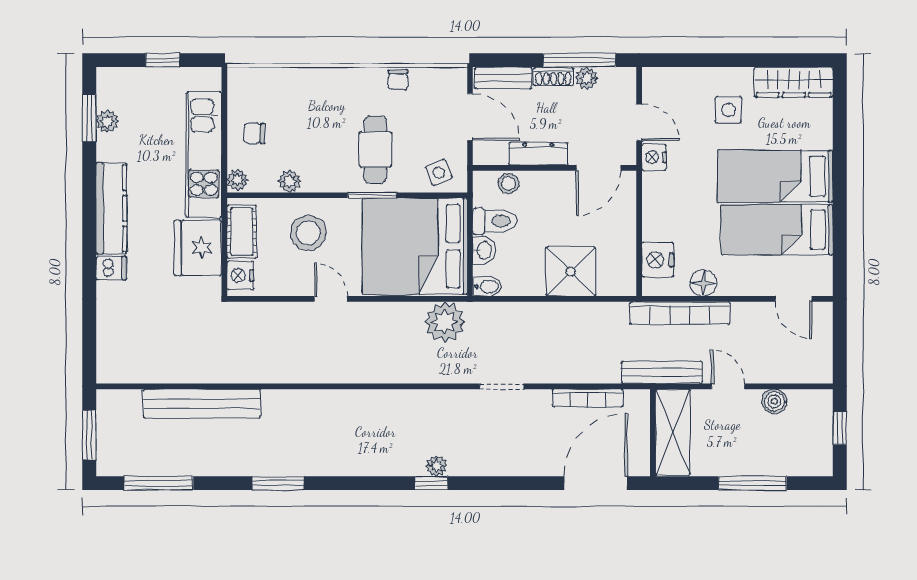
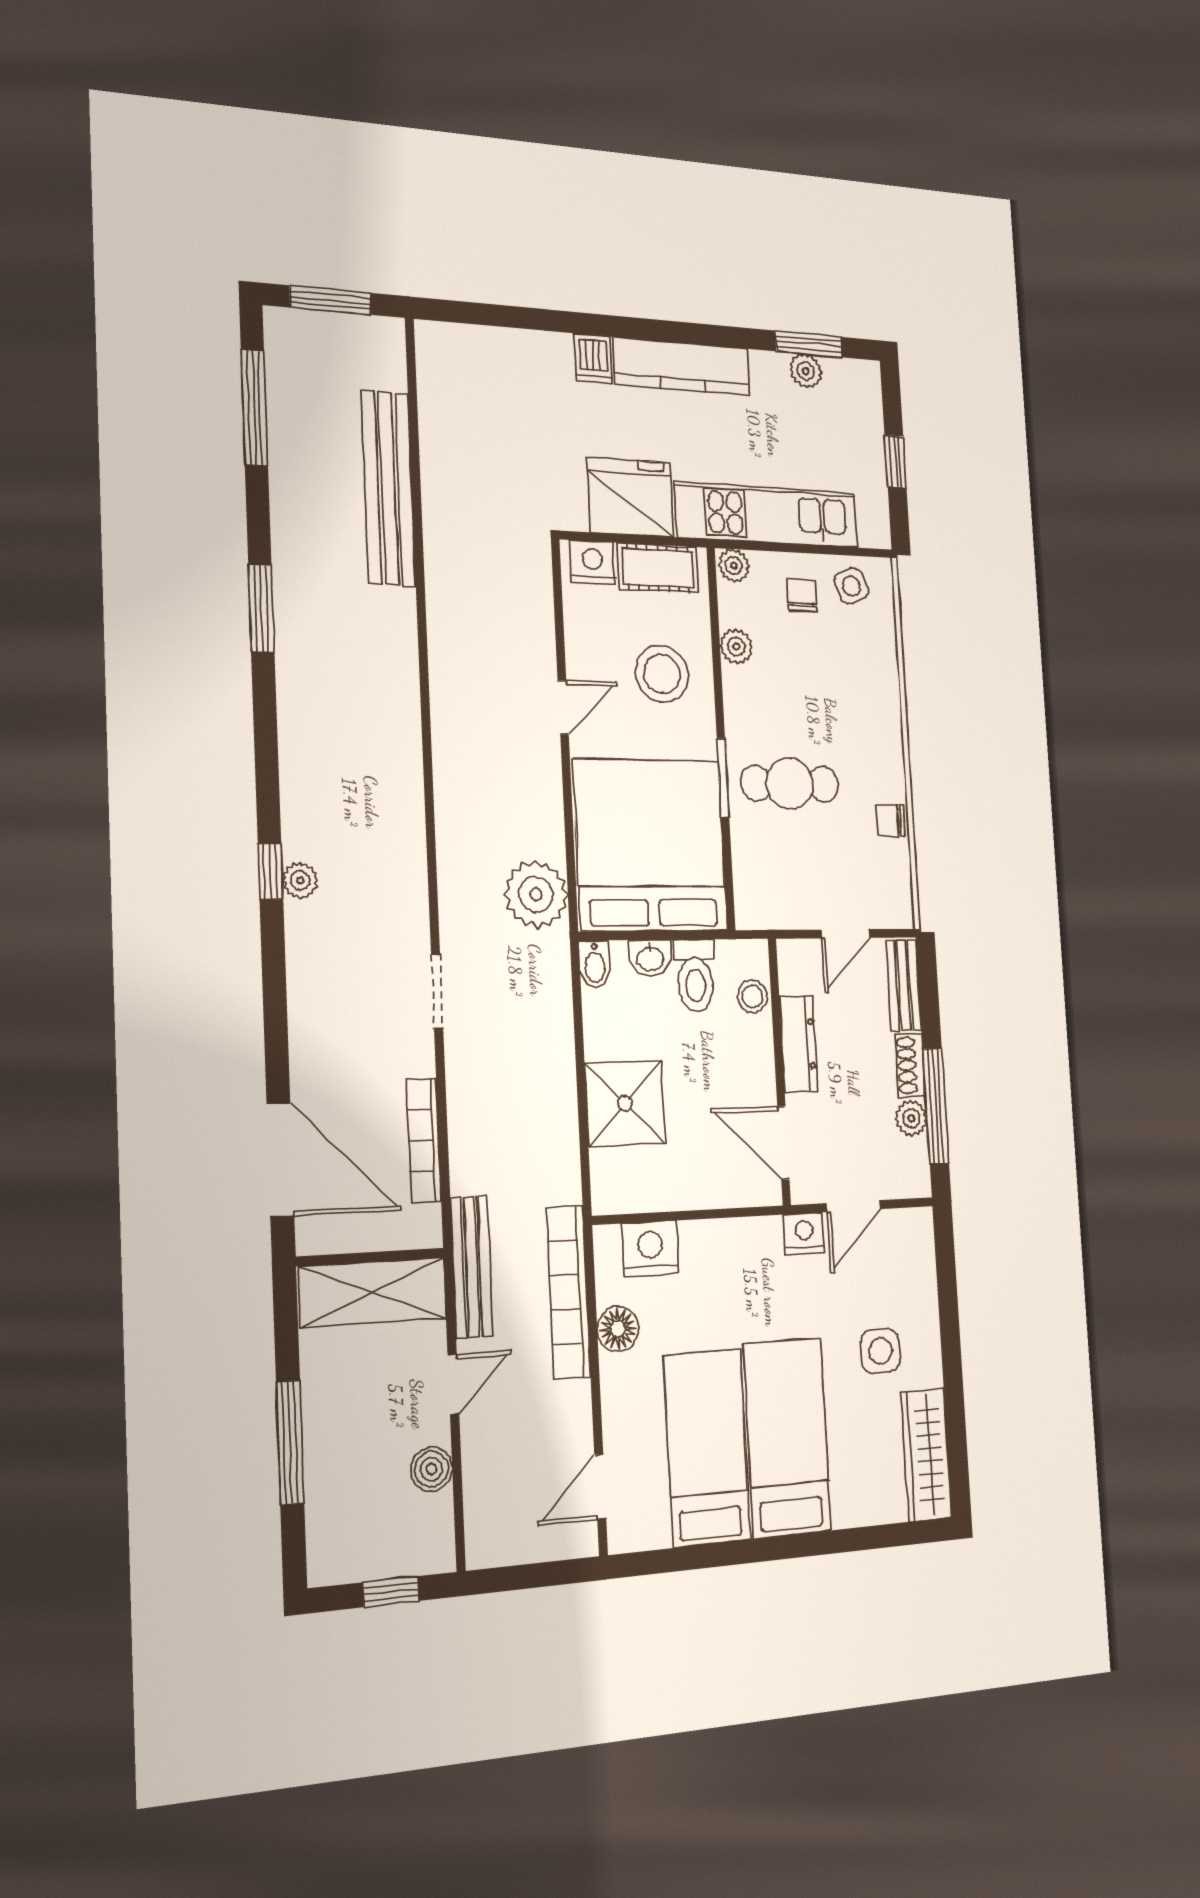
door: (470, 117) -> (845, 934), width x0.73
side table: (439, 173) -> (851, 586), moved

